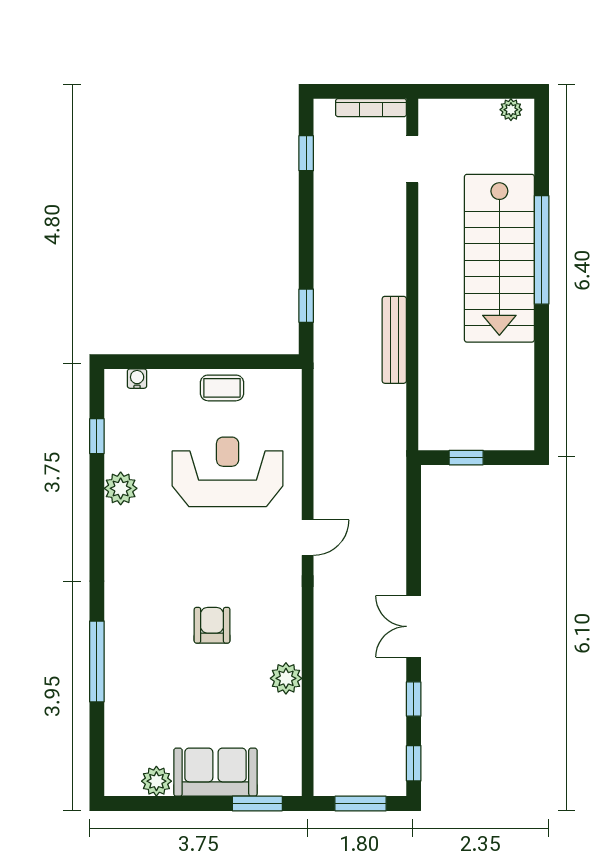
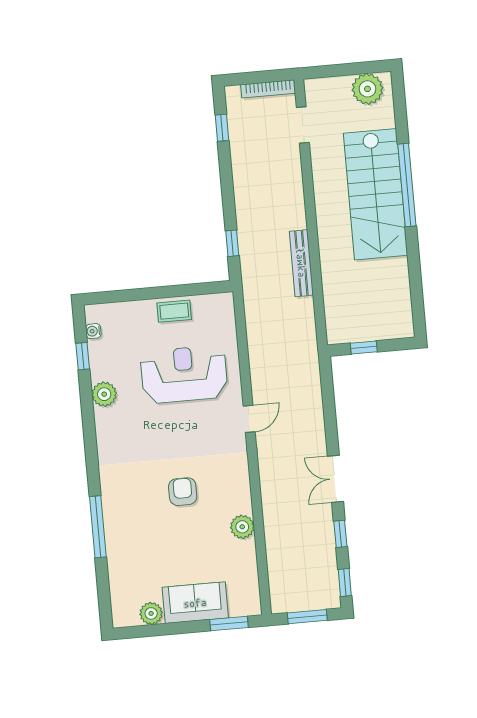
plant: (511, 110) -> (367, 89), width x1.87, depth x1.87
water cooler: (137, 379) -> (93, 331), moved, turned -90

